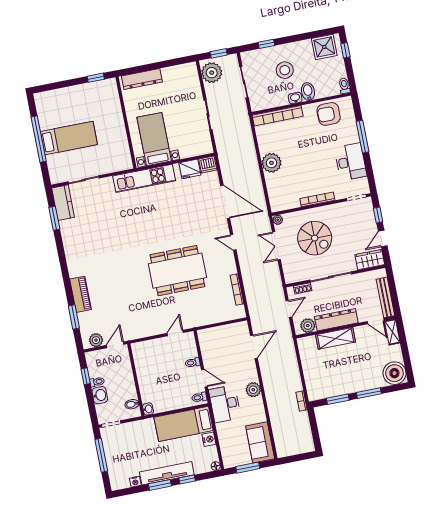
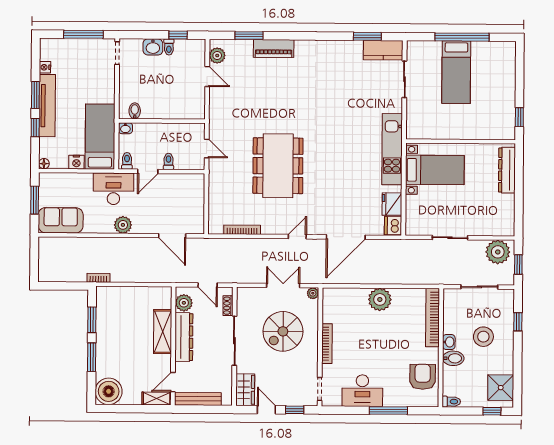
wall: (136, 380) -> (162, 121), moved
bidet: (132, 404) -> (135, 111), moved
washbasin: (148, 409) -> (125, 128), moved

